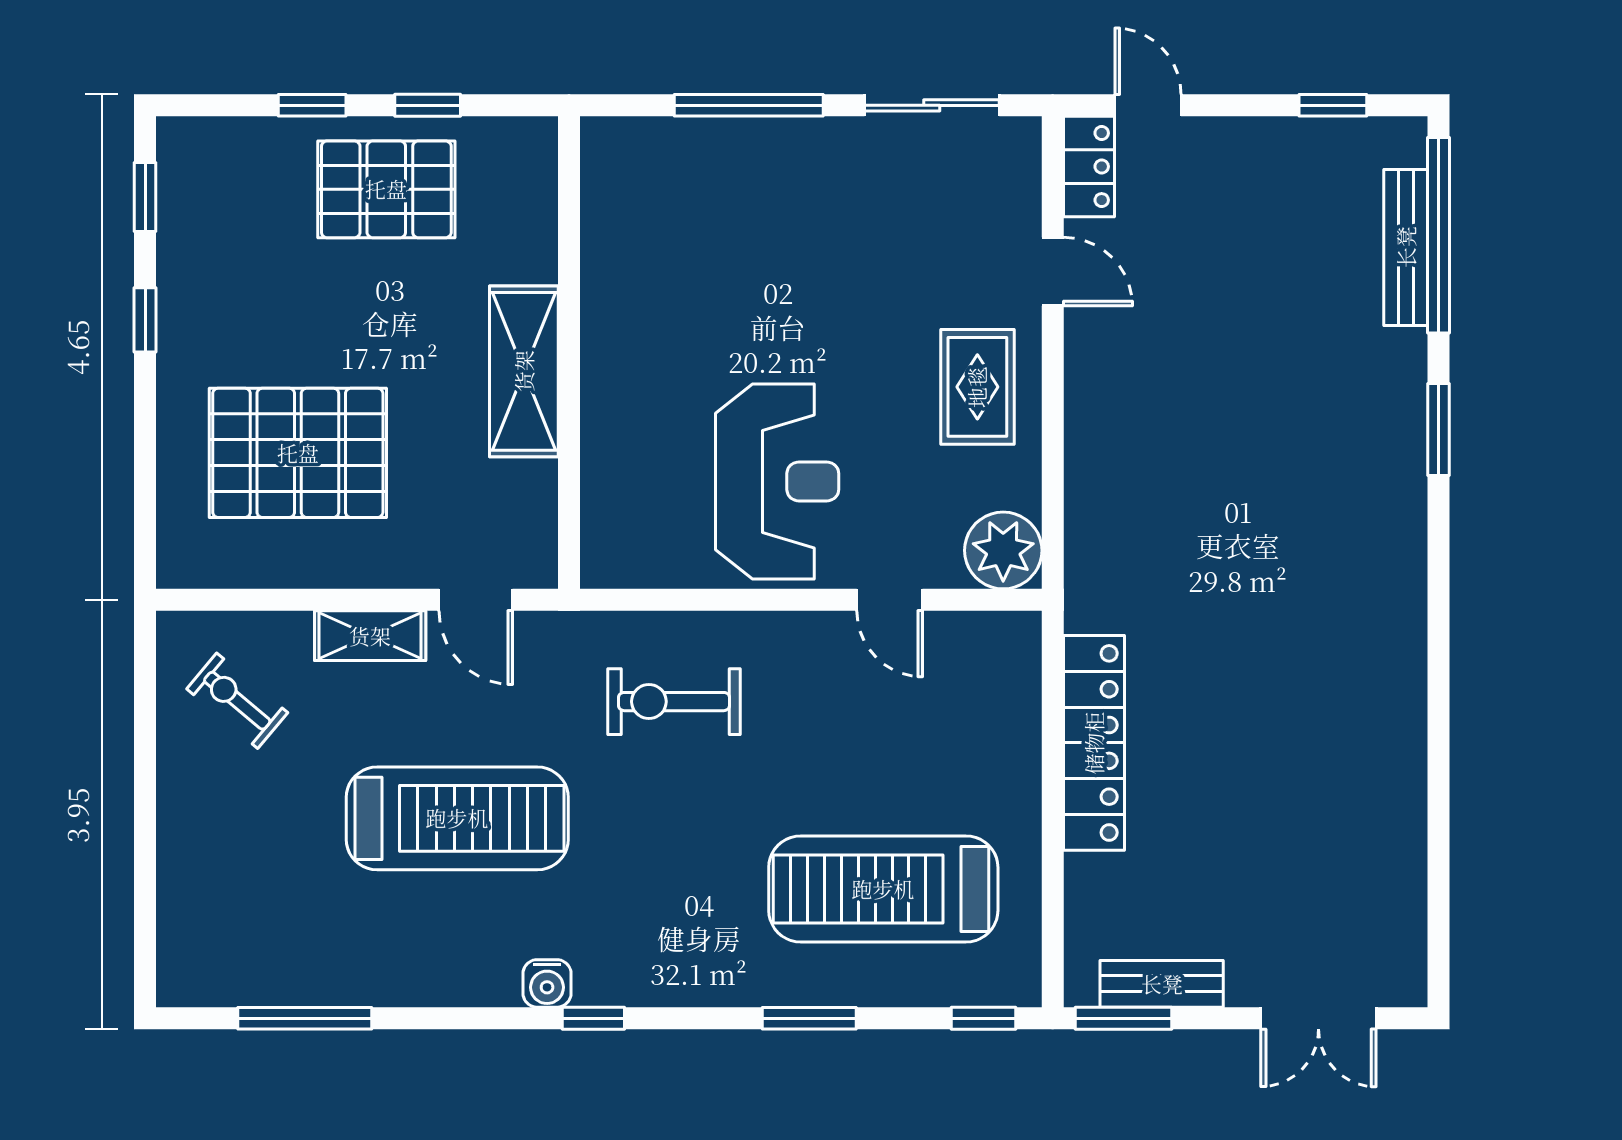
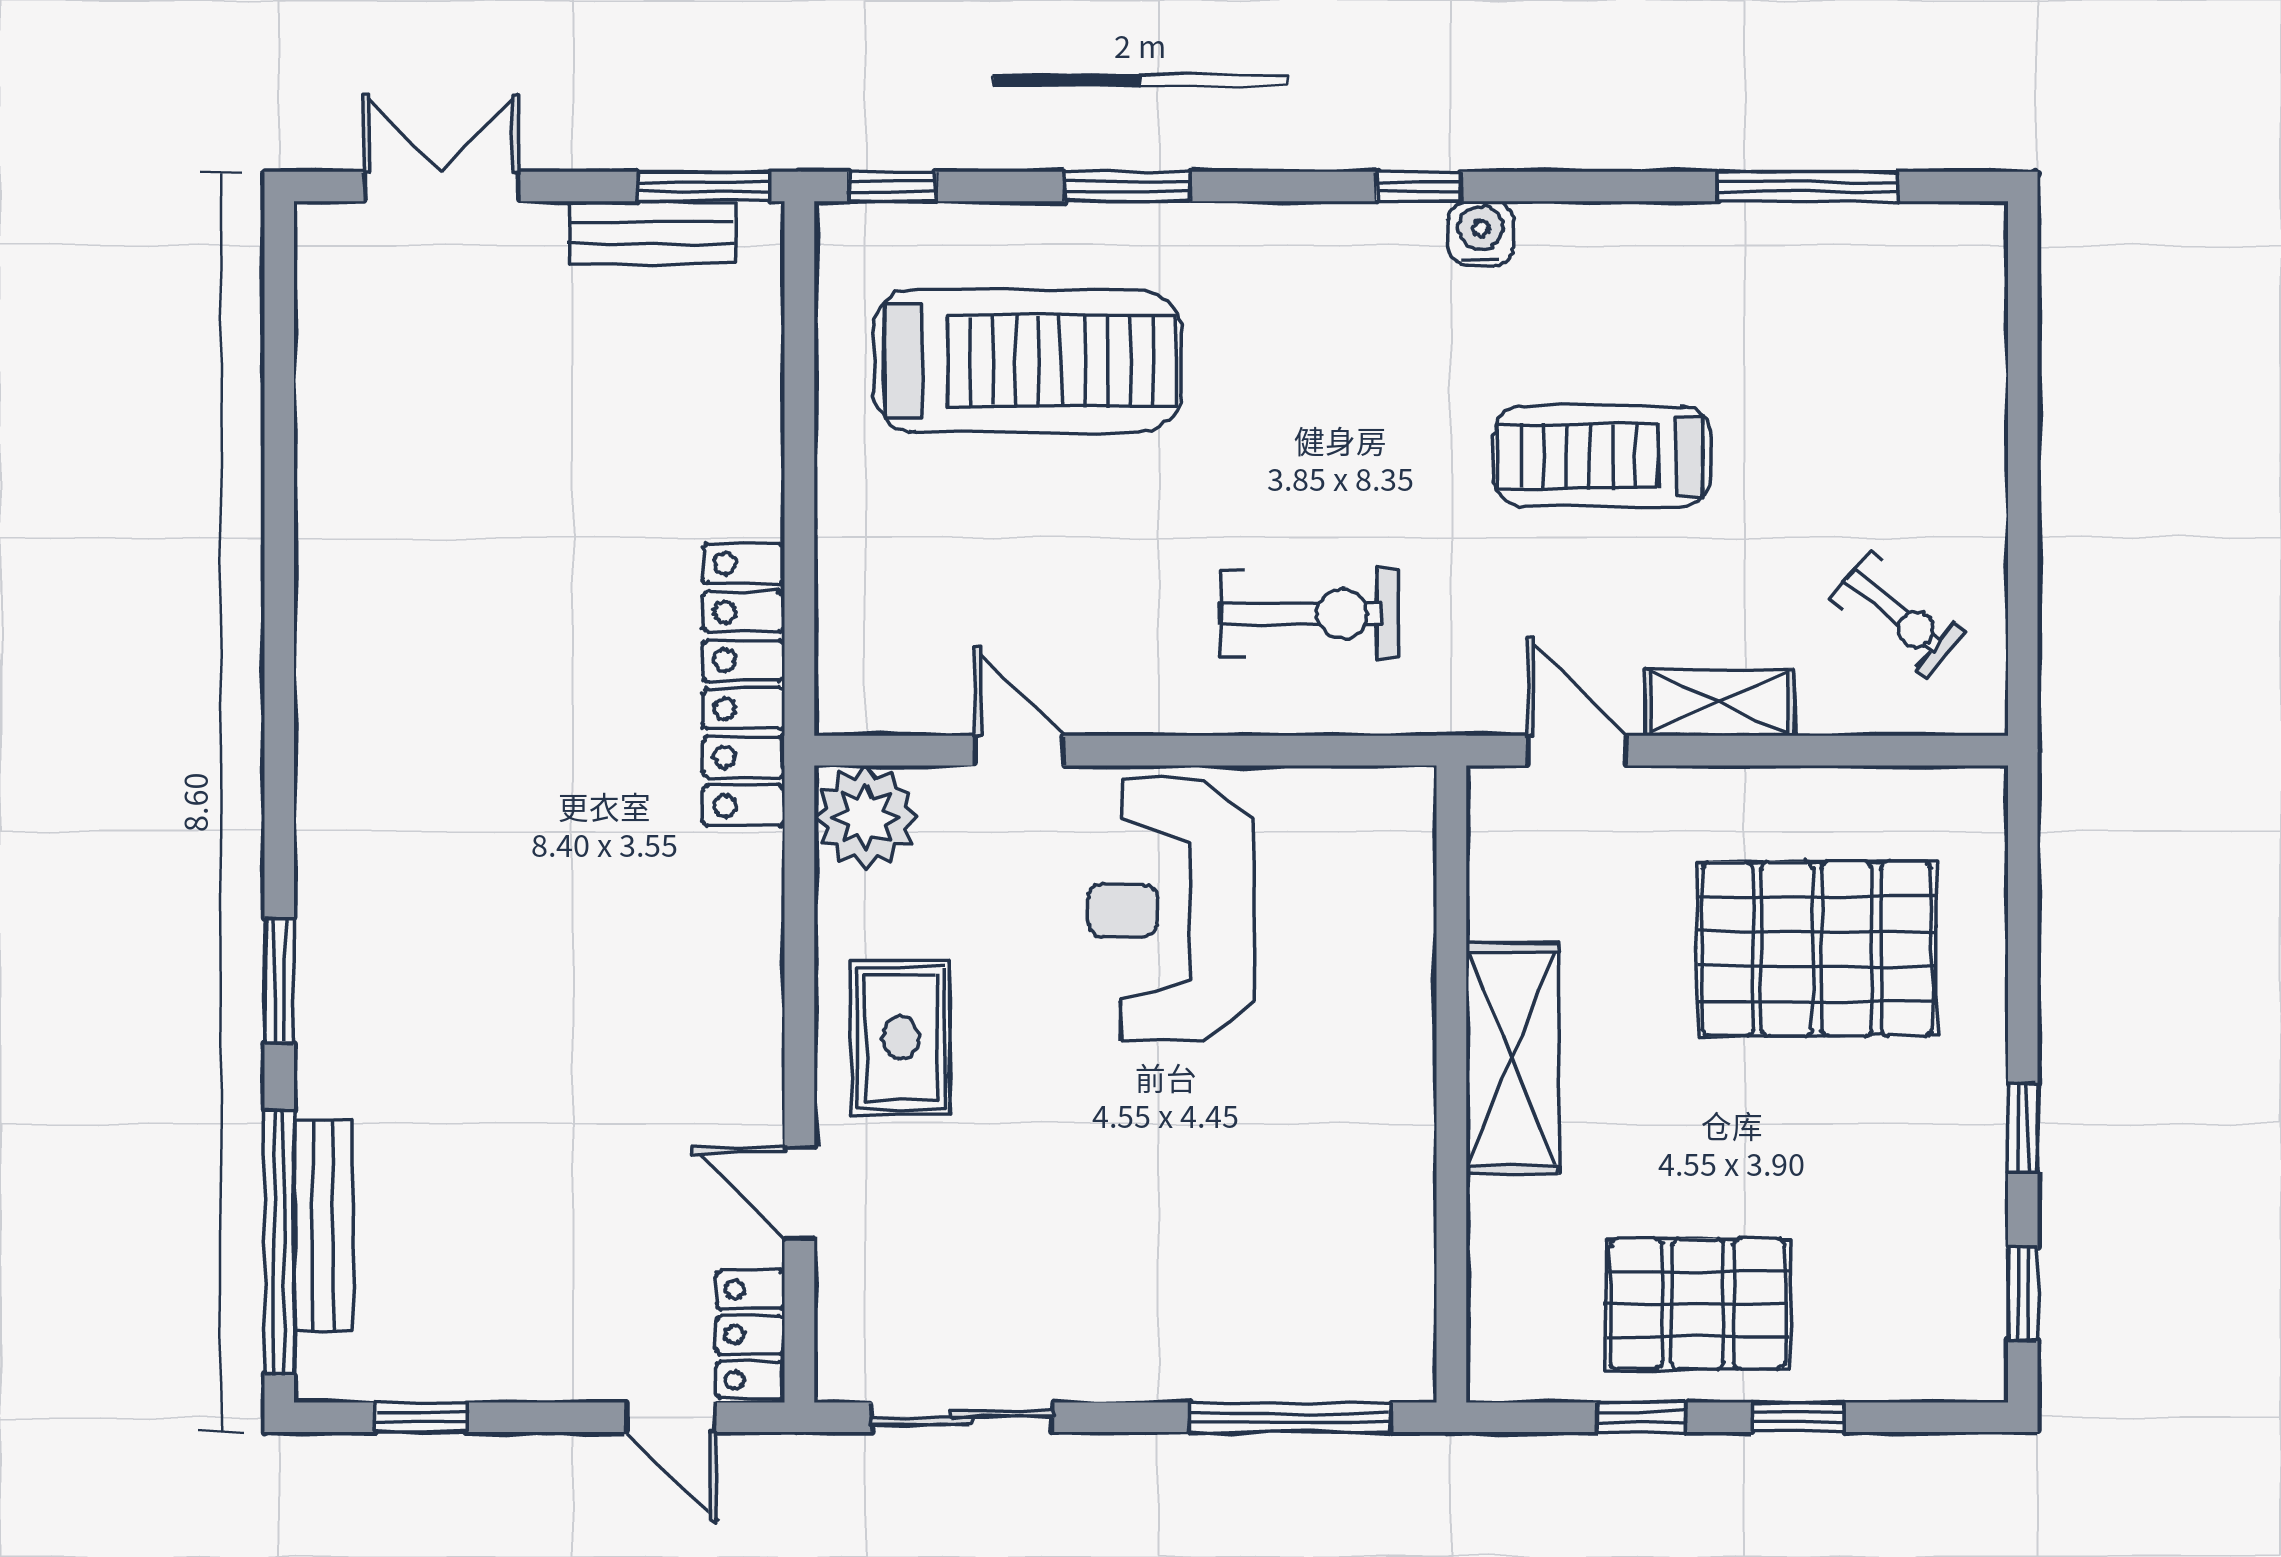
window: (749, 105) -> (1290, 1417), moved
locker: (1094, 743) -> (744, 684), moved
treadmill: (457, 818) -> (1602, 456), width x0.73, depth x0.73

